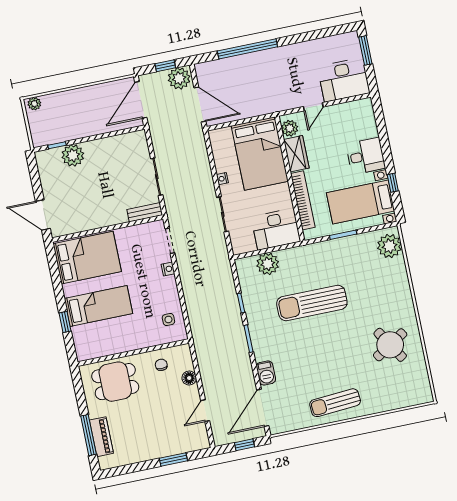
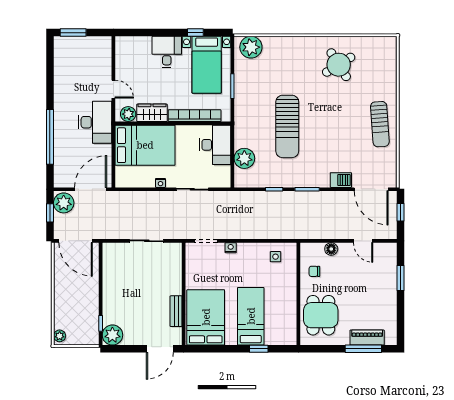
desk: (344, 80) -> (95, 122), moved
plant: (73, 155) -> (112, 335), moved
bench: (145, 212) -> (176, 311), moved

